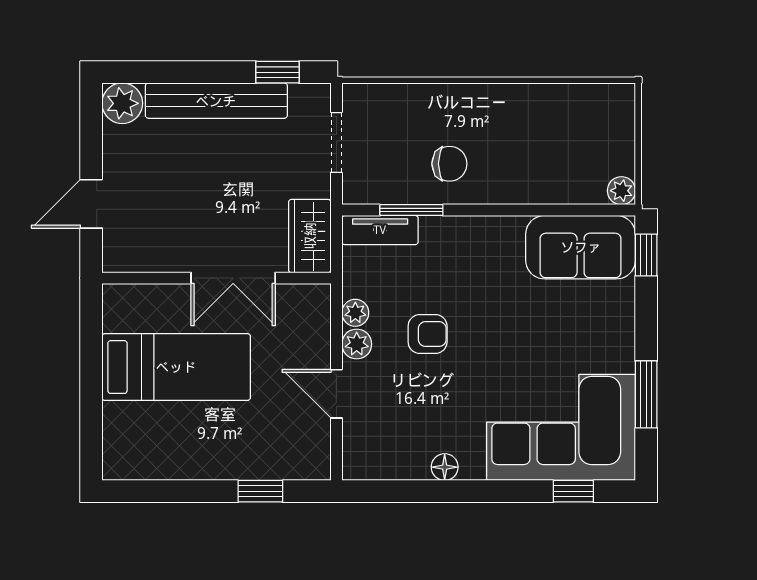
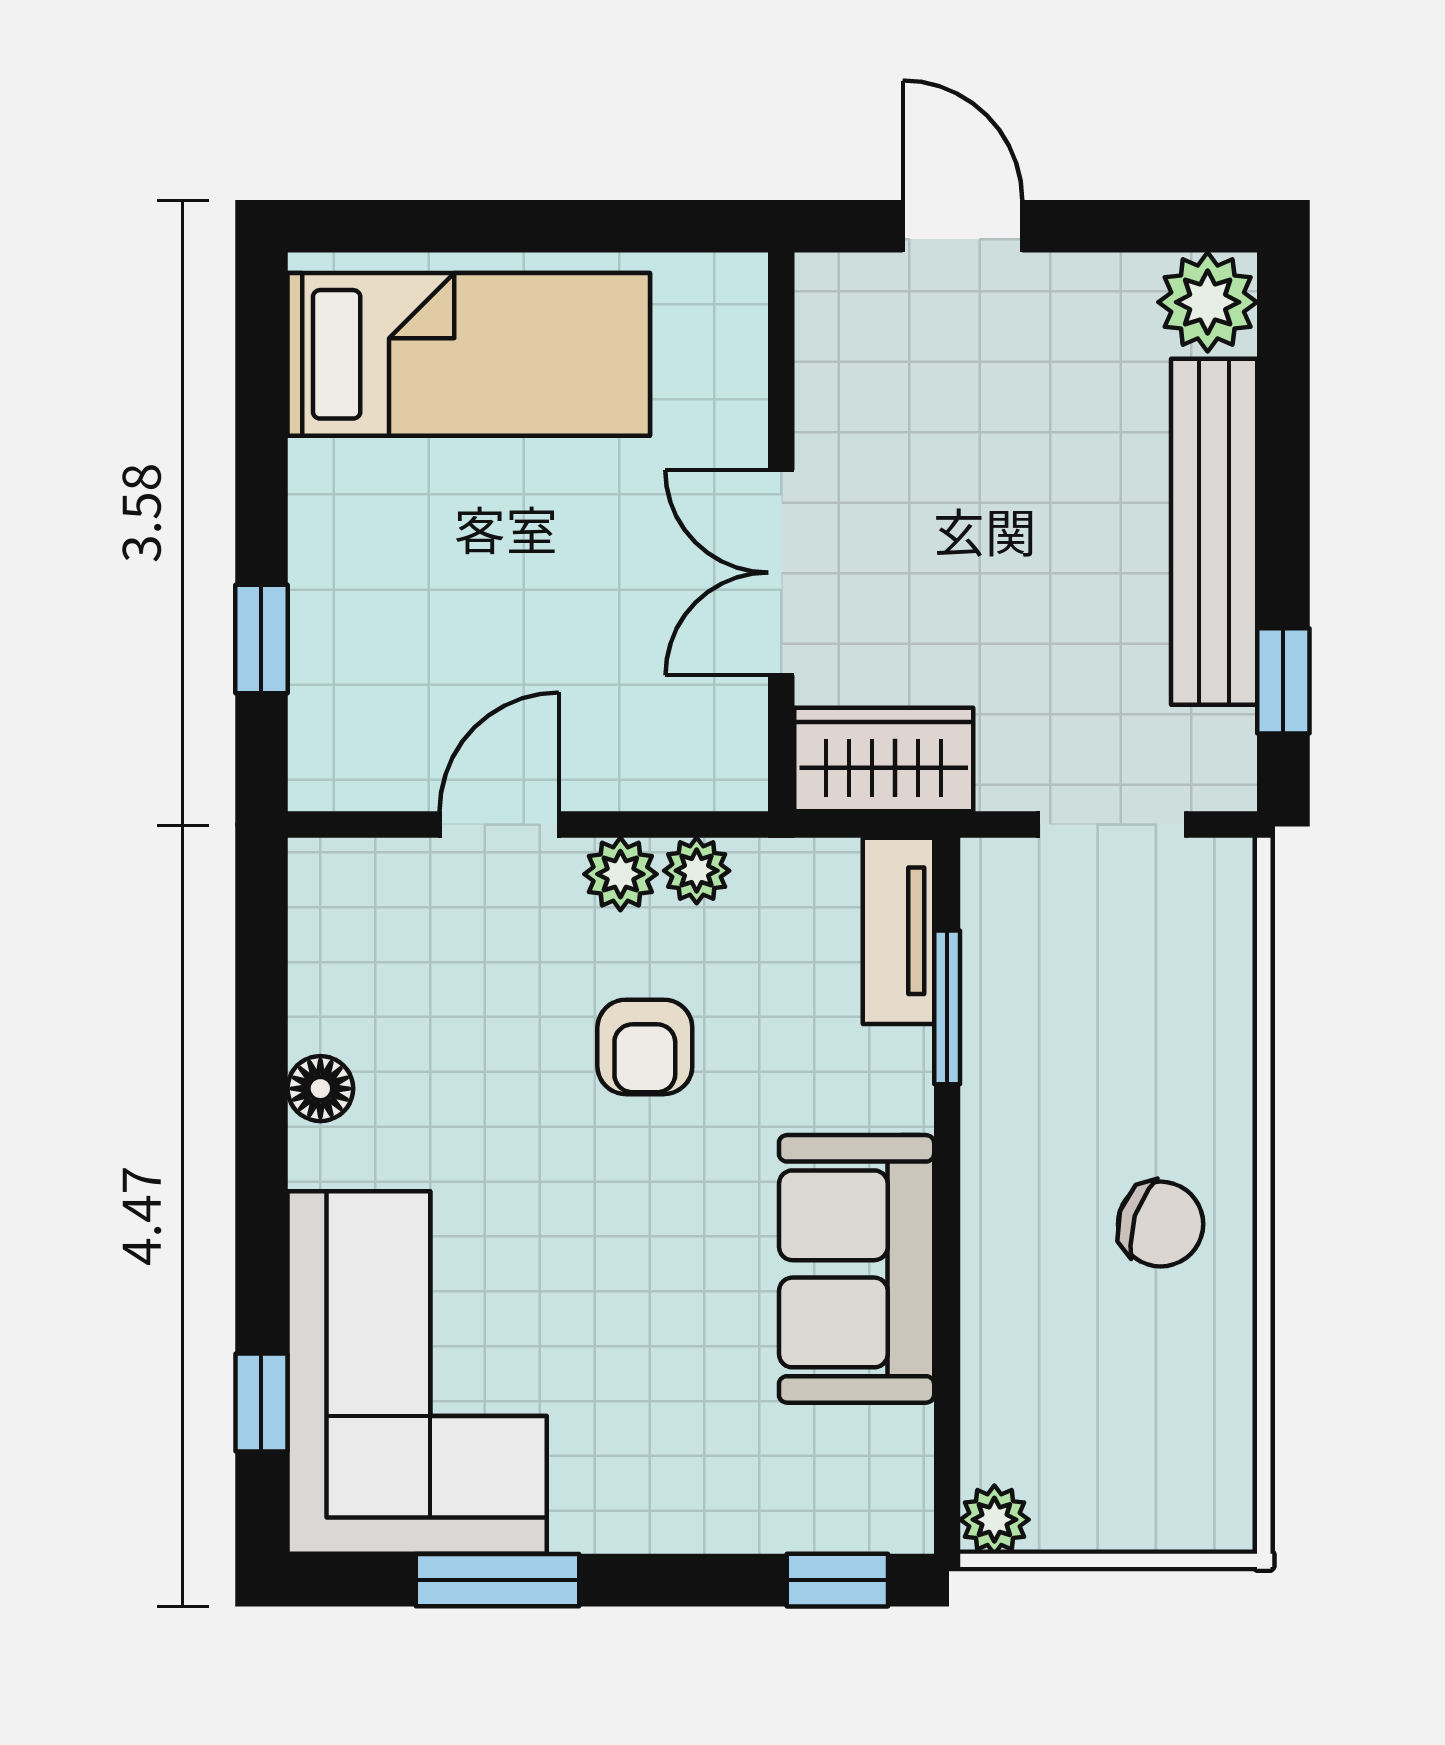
chair: (449, 164) -> (1161, 1224), moved, turned -72
sofa: (581, 247) -> (857, 1269), moved
bed: (176, 367) -> (469, 354), moved, turned -90

